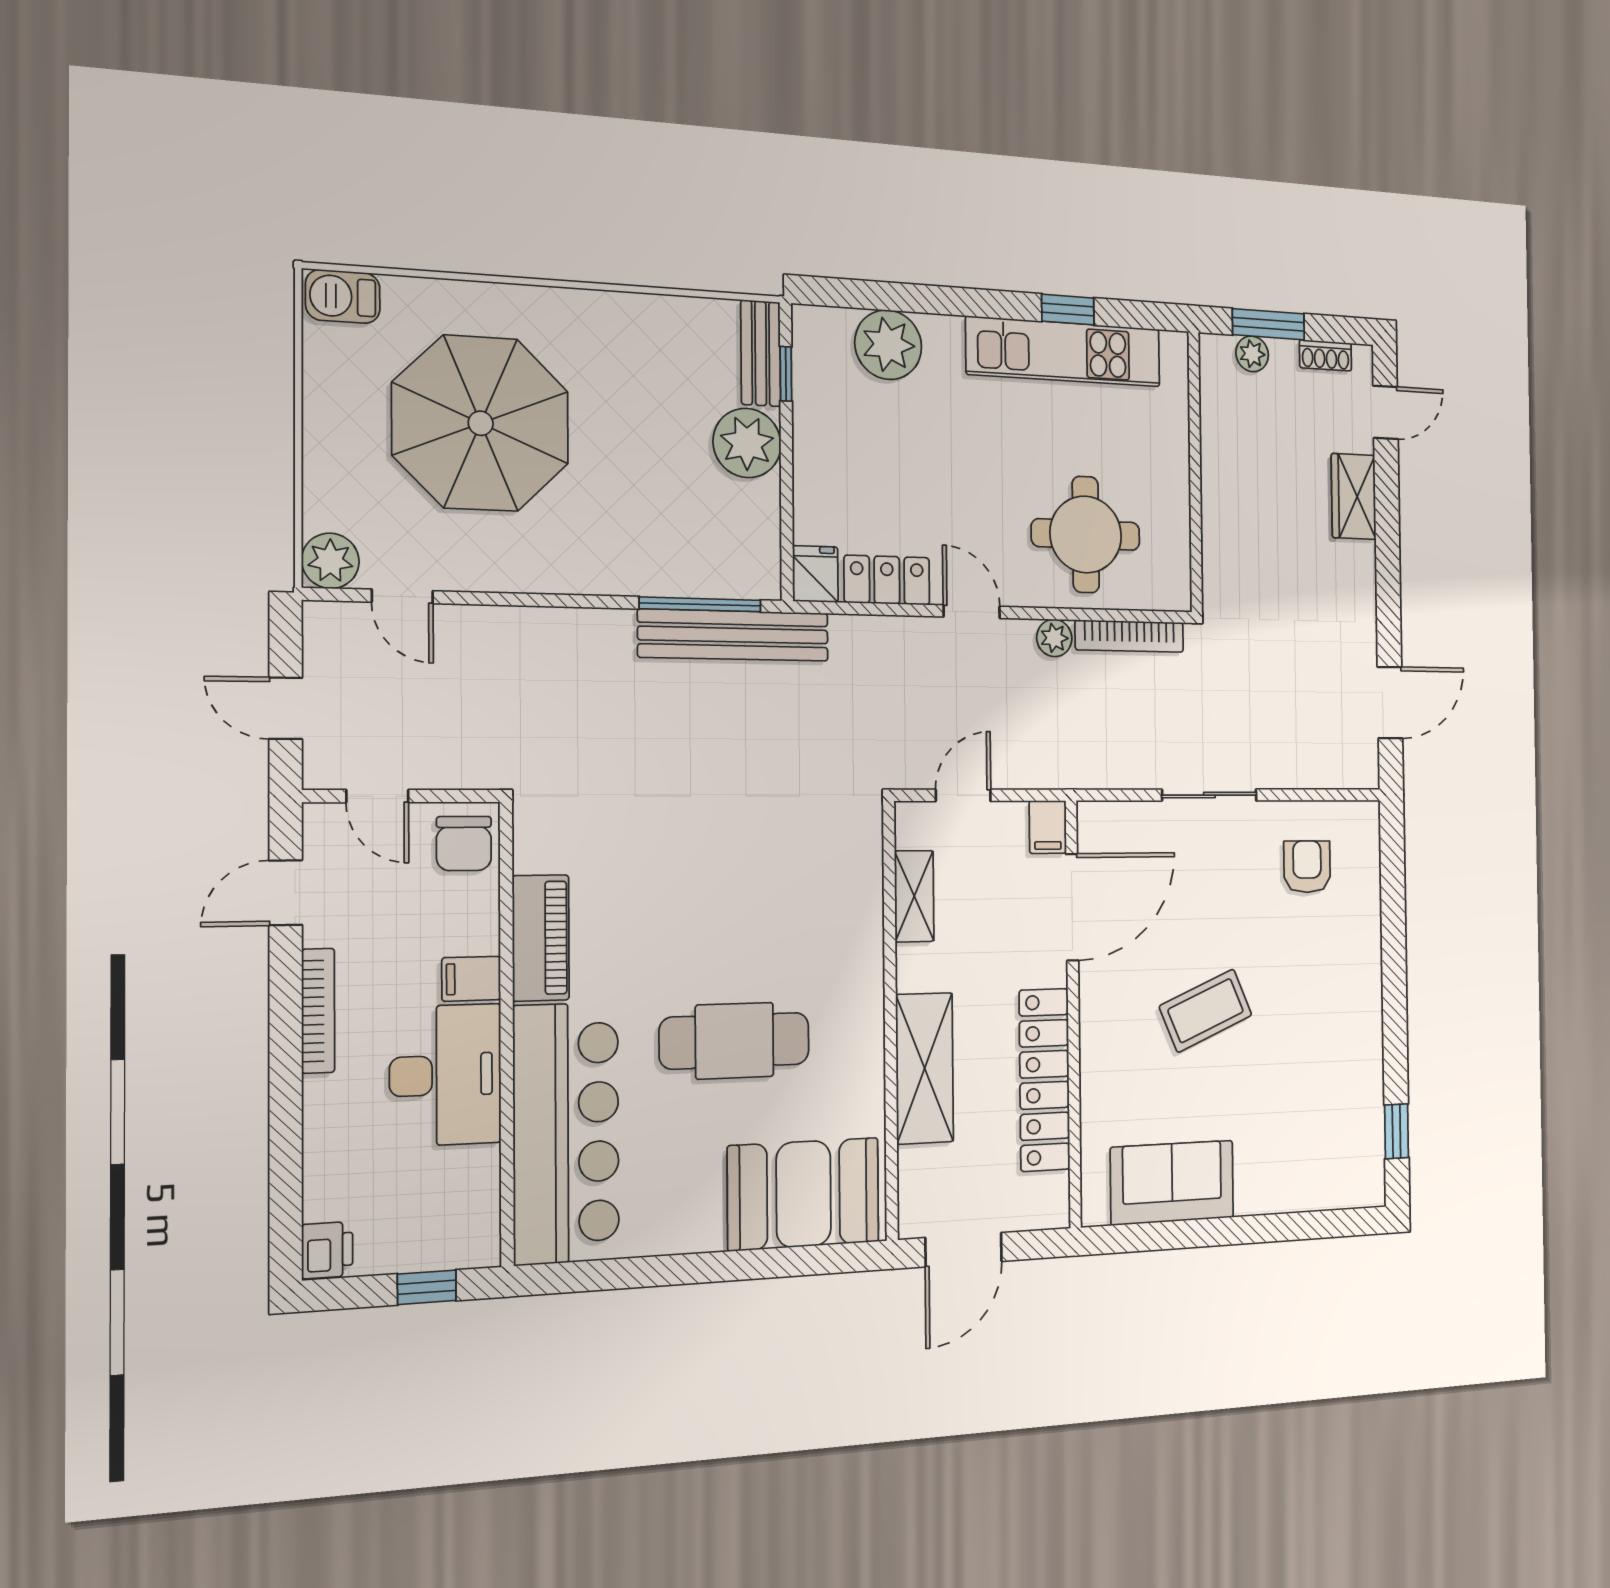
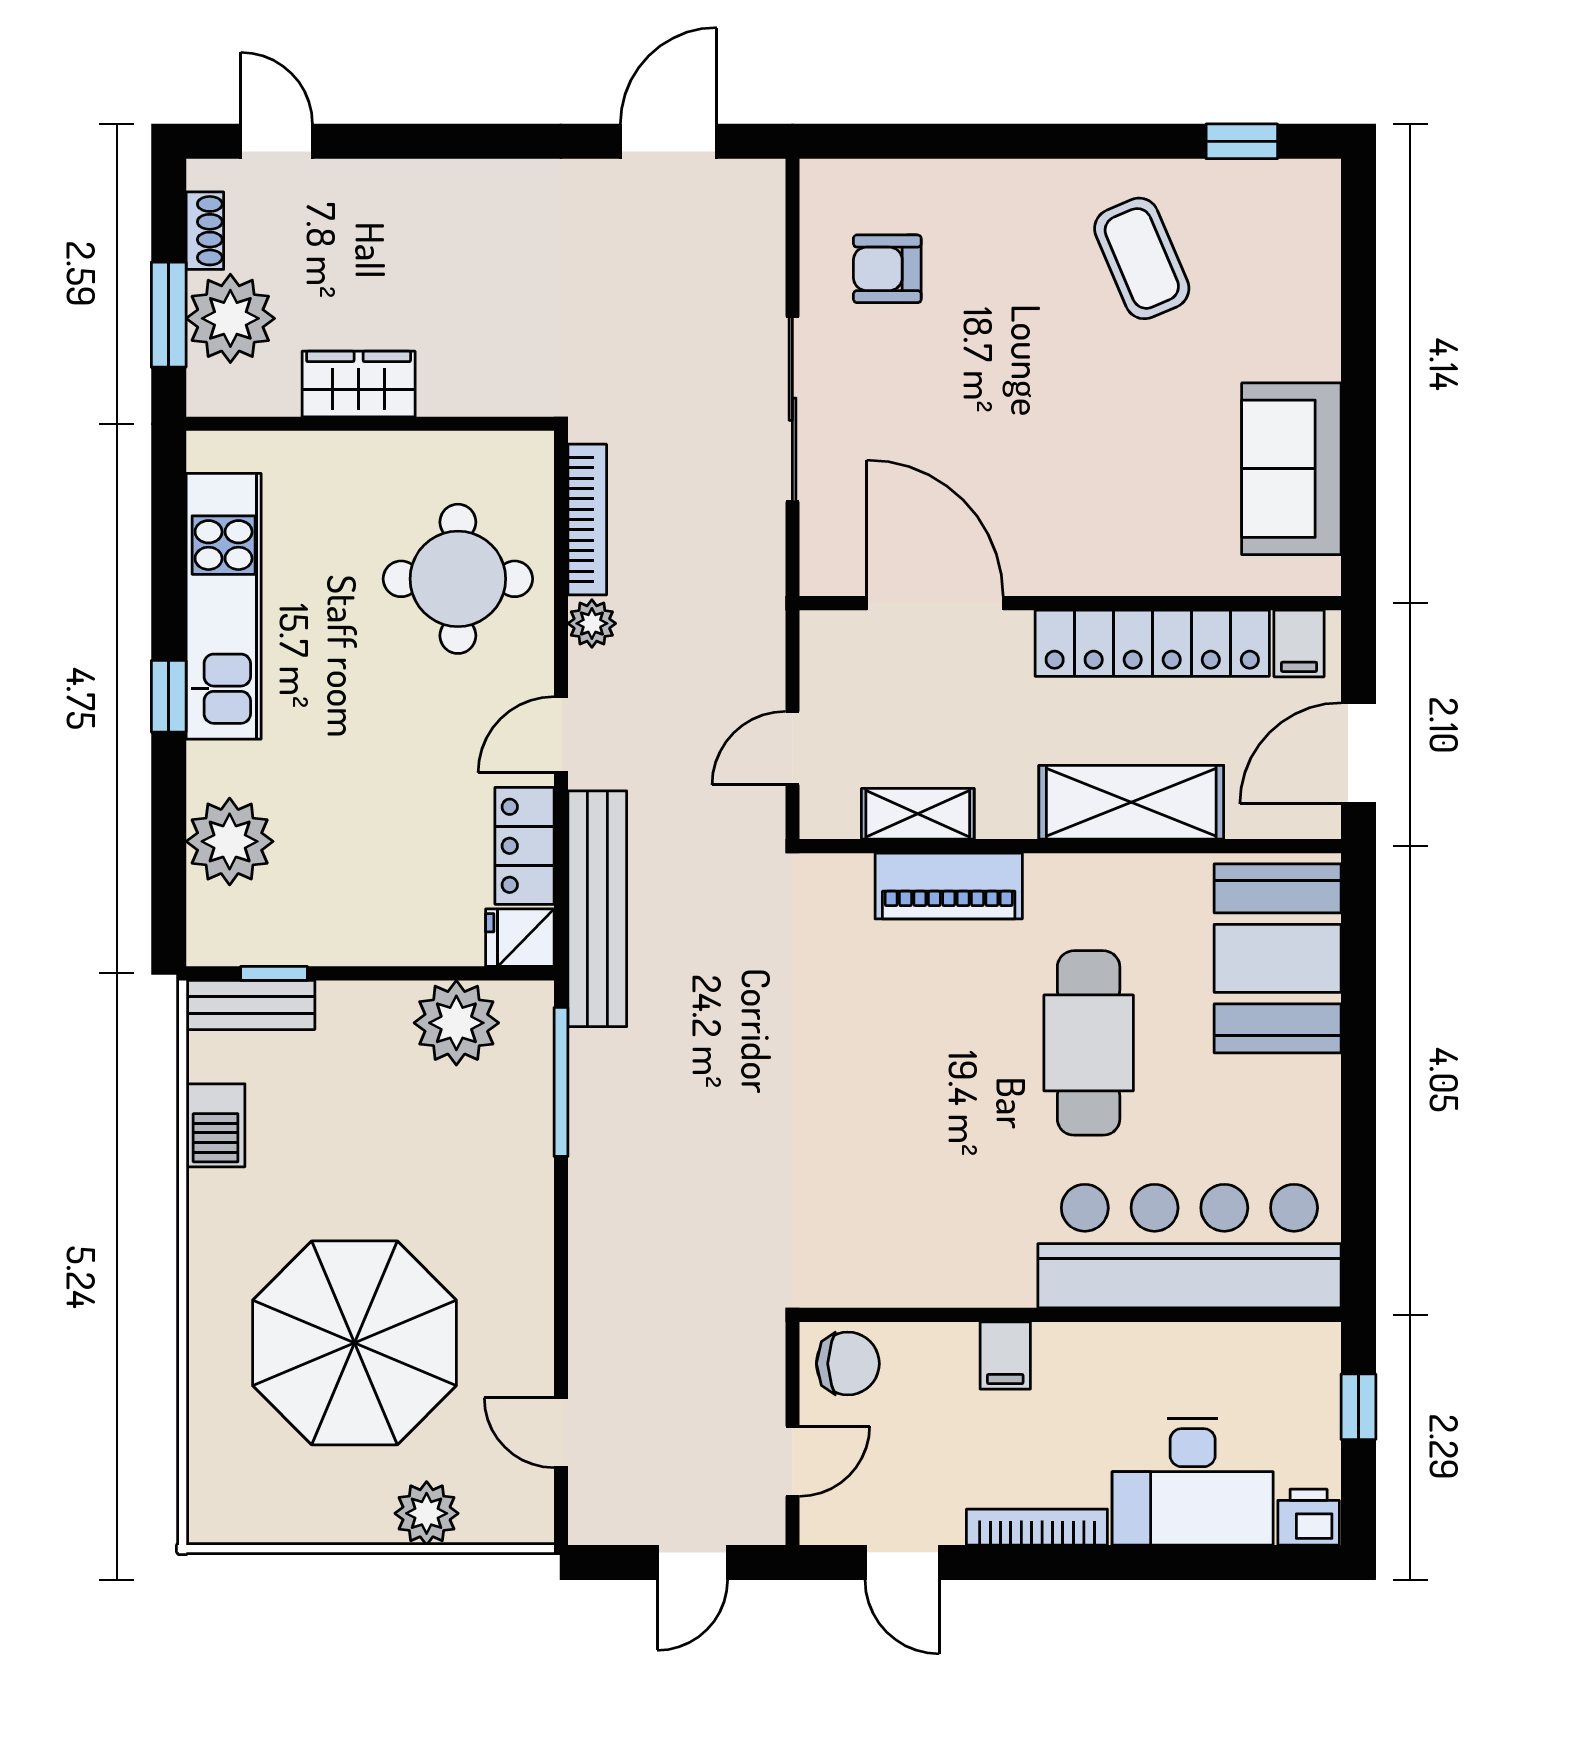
barbecue: (343, 296) -> (216, 1125), moved
window: (1068, 310) -> (169, 696), moved
plant: (1252, 354) -> (230, 318), width x1.88, depth x1.88
plant: (747, 443) -> (456, 1023), moved
wardrobe: (1354, 496) -> (359, 384), moved, turned 180
plant: (330, 561) -> (427, 1513), moved
door: (402, 596) -> (561, 1433), swing flipped
bench: (734, 635) -> (597, 909), moved
door: (1390, 703) -> (669, 141), hinge flipped
door: (963, 795) -> (792, 748), hinge flipped
sliding door: (1209, 795) -> (792, 409), width x1.37
filing cabinet: (1048, 827) -> (1299, 643), moved, turned 90
piano: (541, 938) -> (949, 886), moved, turned 180
coffee table: (1206, 1011) -> (1142, 258), moved
desk: (446, 1075) -> (1193, 1482), moved, turned 180
door: (964, 1250) -> (1358, 753), swing flipped

